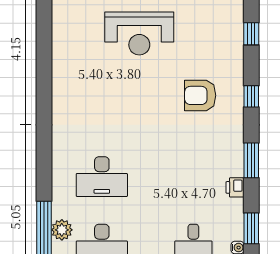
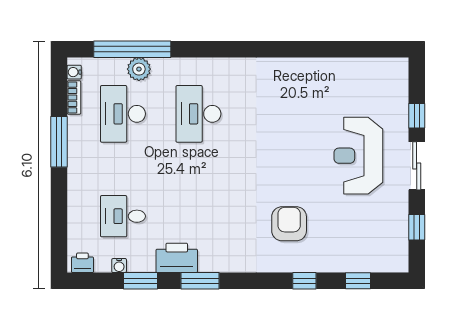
window: (251, 96) -> (304, 281), moved
window: (251, 160) -> (200, 281), moved
printer: (235, 187) -> (177, 258), width x1.87, depth x1.48

